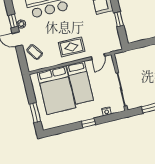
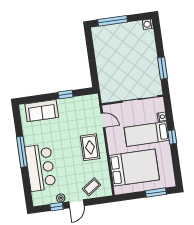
bed: (80, 83) -> (147, 134), moved, turned 180

